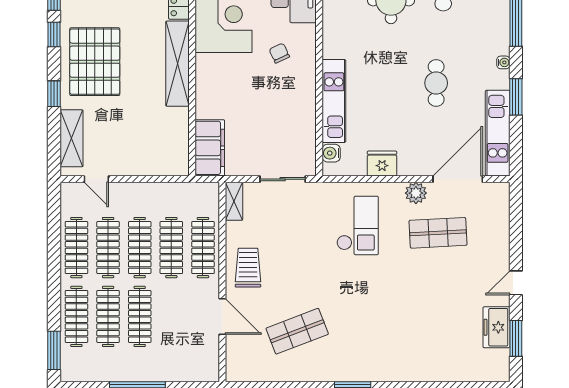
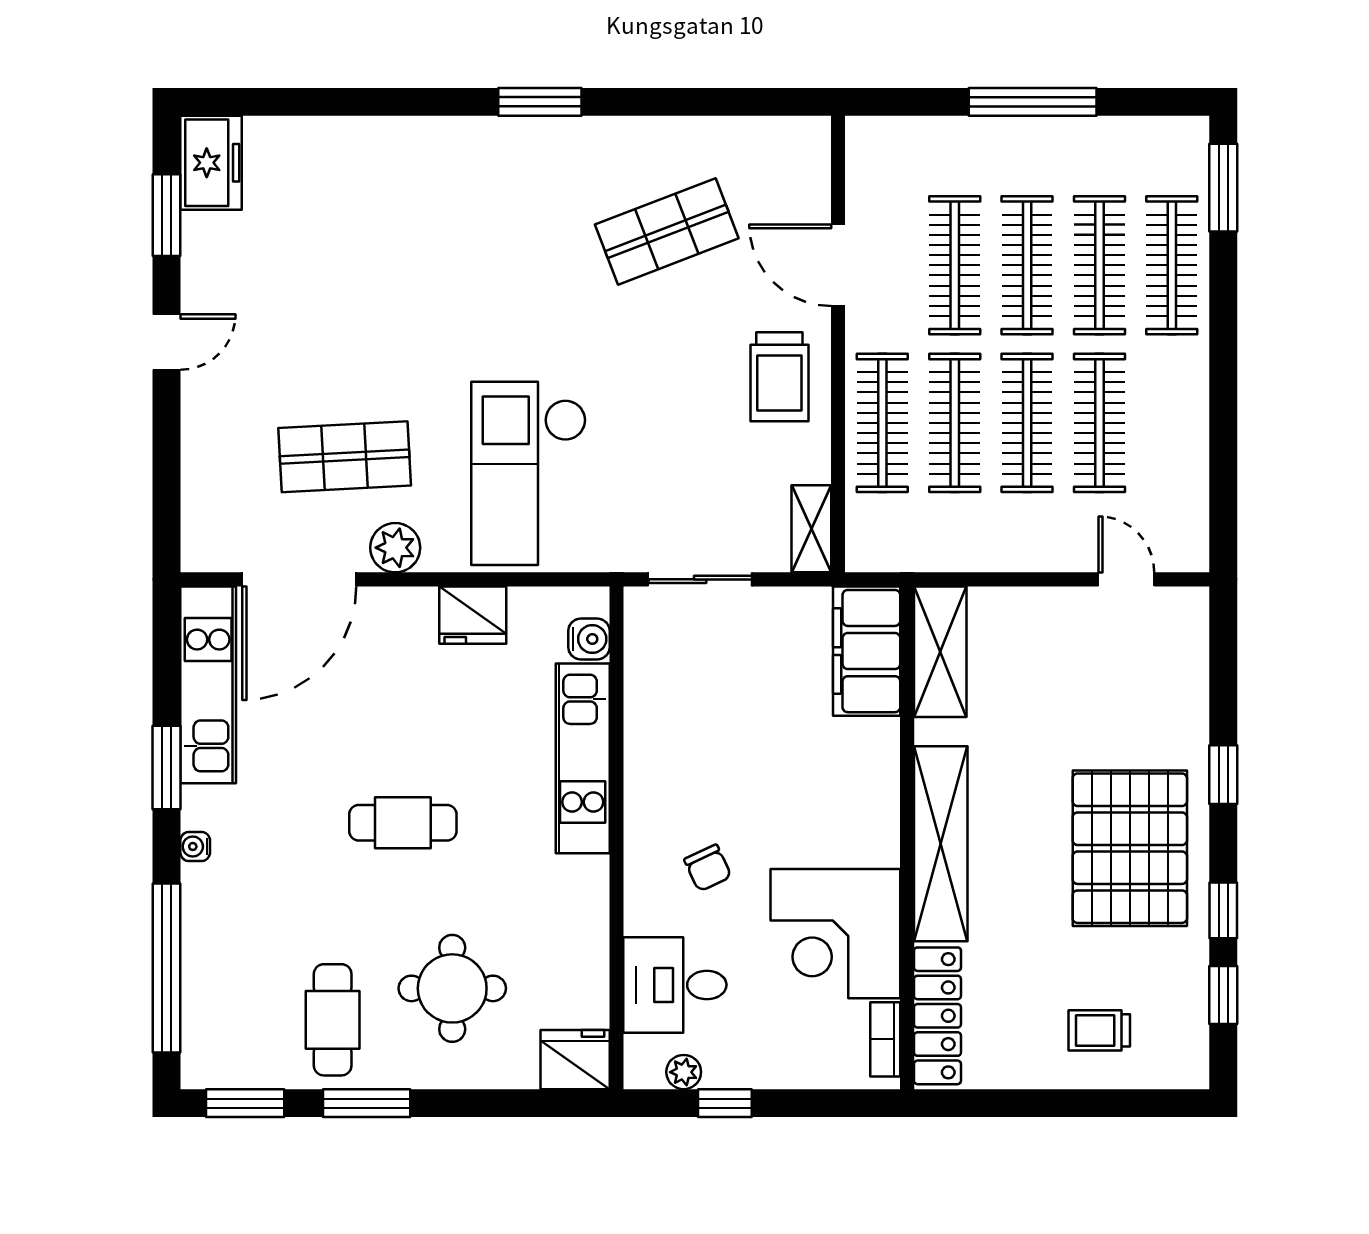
cafe table: (436, 83) -> (403, 823), moved, turned 90
shelving: (71, 138) -> (940, 652), moved
checkout: (358, 225) -> (529, 473), width x1.36, depth x1.21
clothes rail: (76, 248) -> (955, 265), moved
freezer: (496, 327) -> (211, 163), moved

